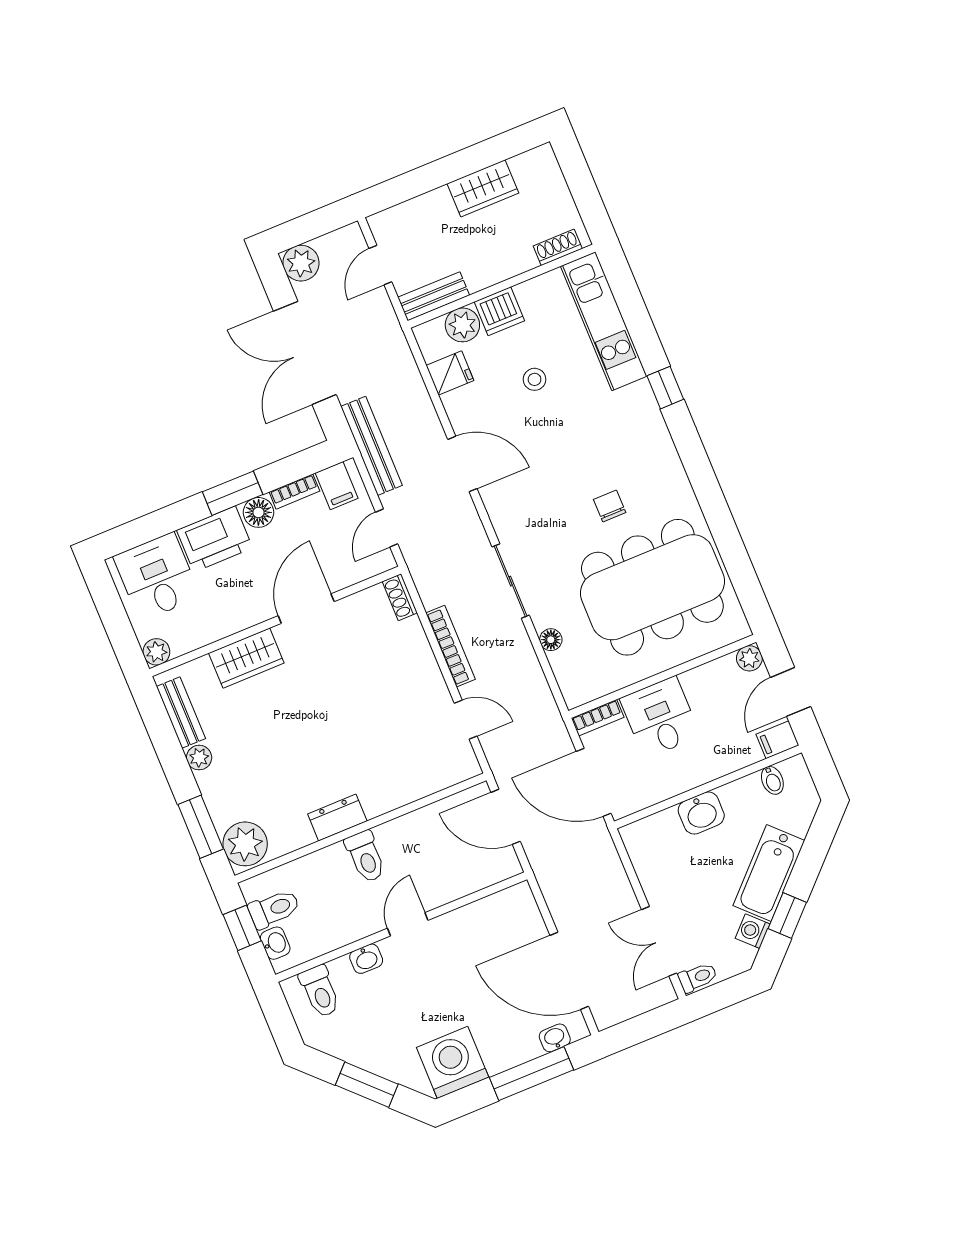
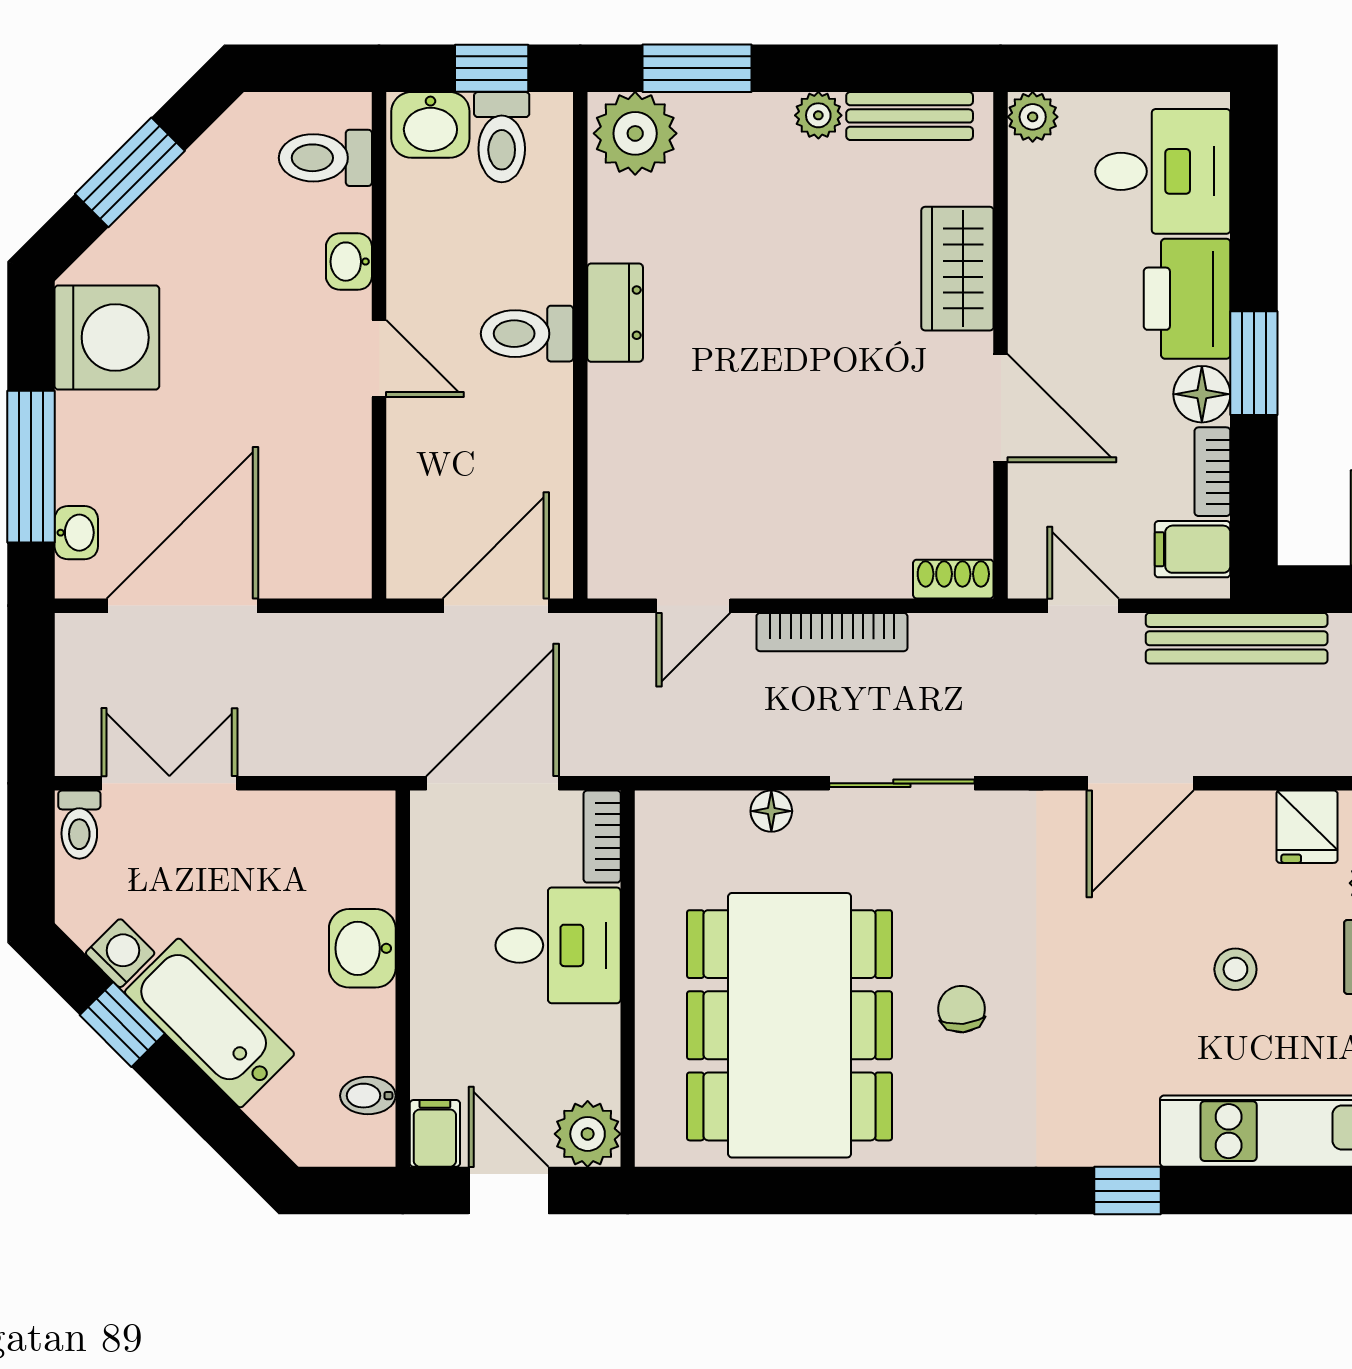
chair: (610, 506) -> (961, 1009), turned -95
plant: (749, 658) -> (588, 1134), width x1.38, depth x1.38
washbasin: (275, 943) -> (430, 125), width x1.38, depth x1.45

